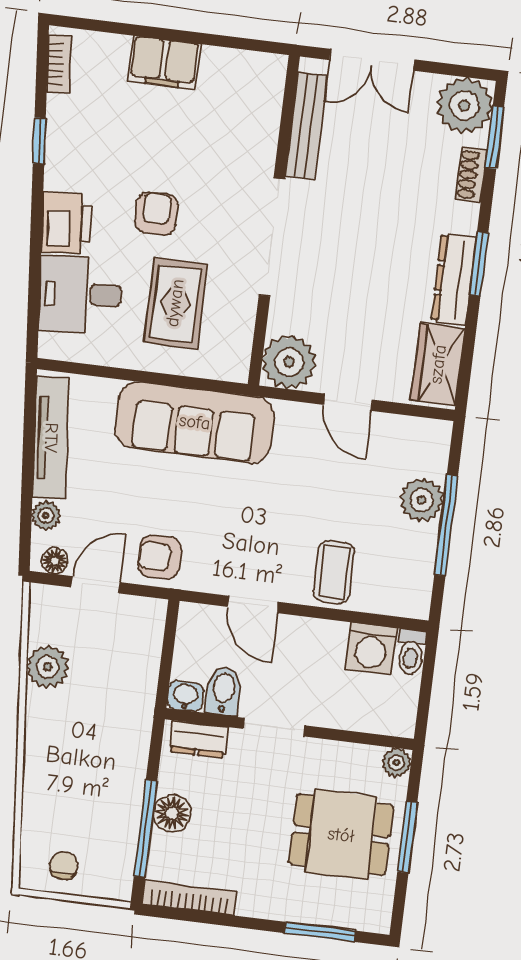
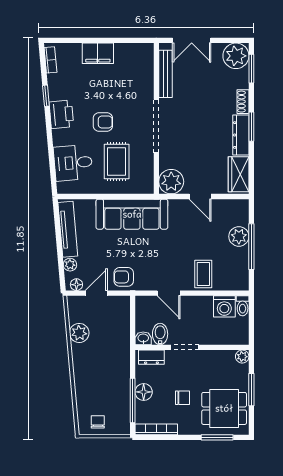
shoe rack: (471, 175) -> (243, 102), moved
armchair: (156, 214) -> (103, 122), turned 90
printer: (67, 223) -> (61, 114), moved
dining table: (341, 835) -> (224, 408), moved
chair: (255, 836) -> (183, 398), added

